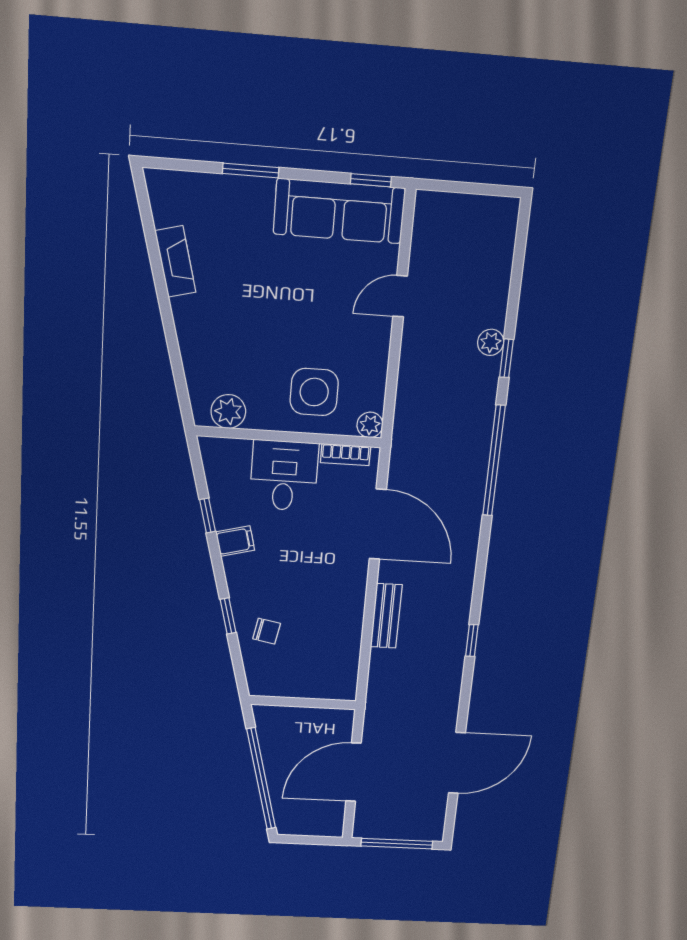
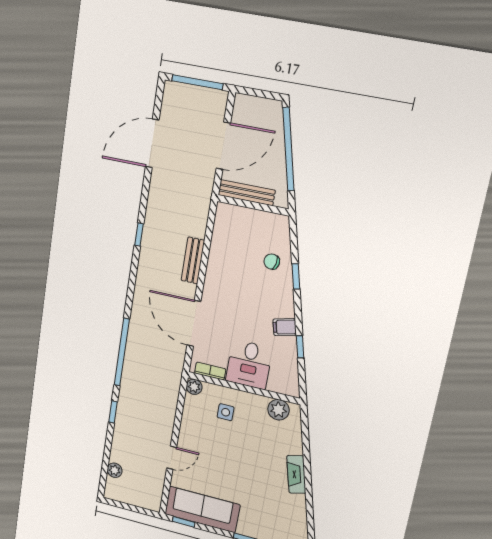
fireplace: (175, 262) -> (296, 474), moved
plant: (491, 342) -> (115, 470), moved
side table: (314, 392) -> (226, 412), width x0.54, depth x0.54
bench: (314, 717) -> (247, 193), added

